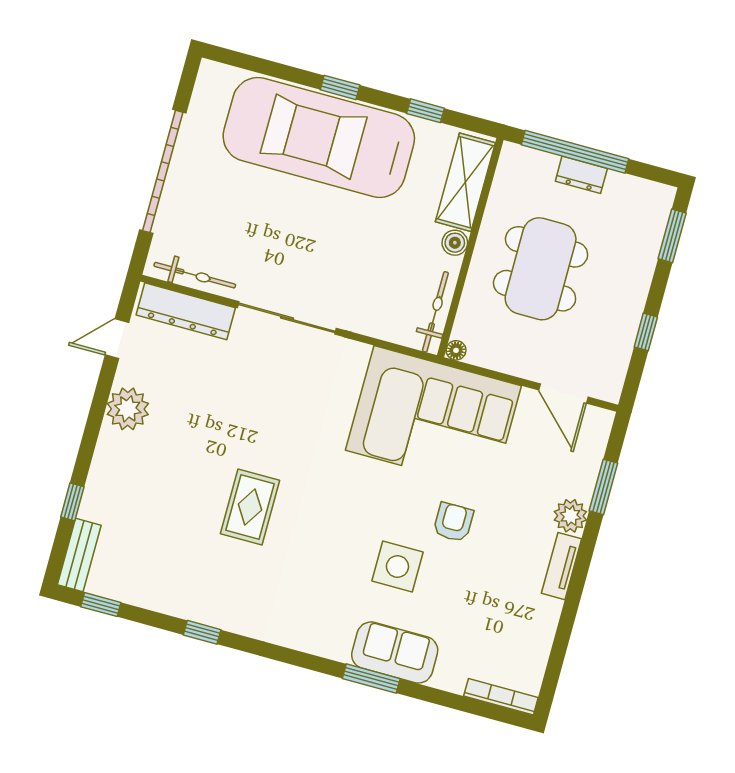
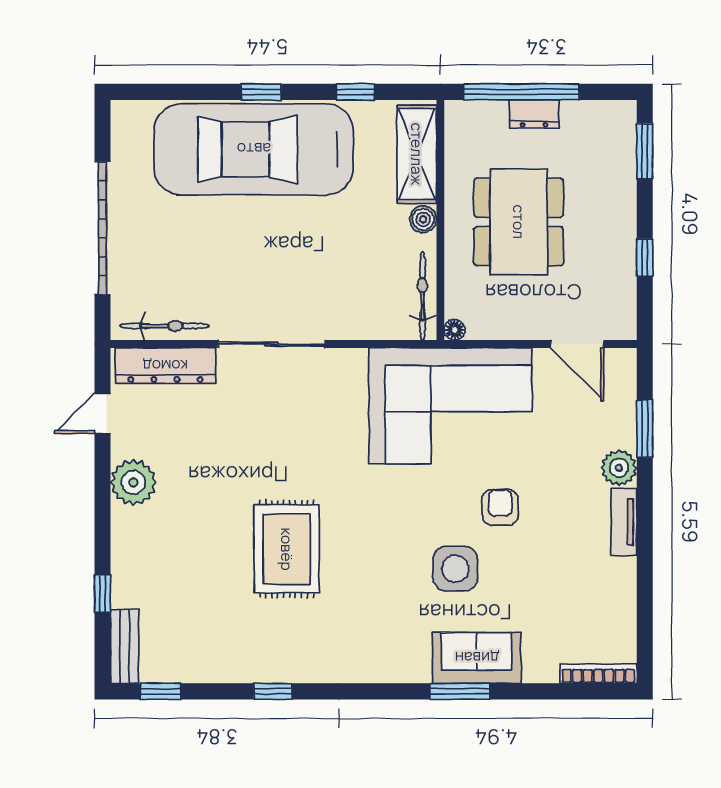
rug: (250, 507) -> (287, 549), width x1.36, depth x1.43

